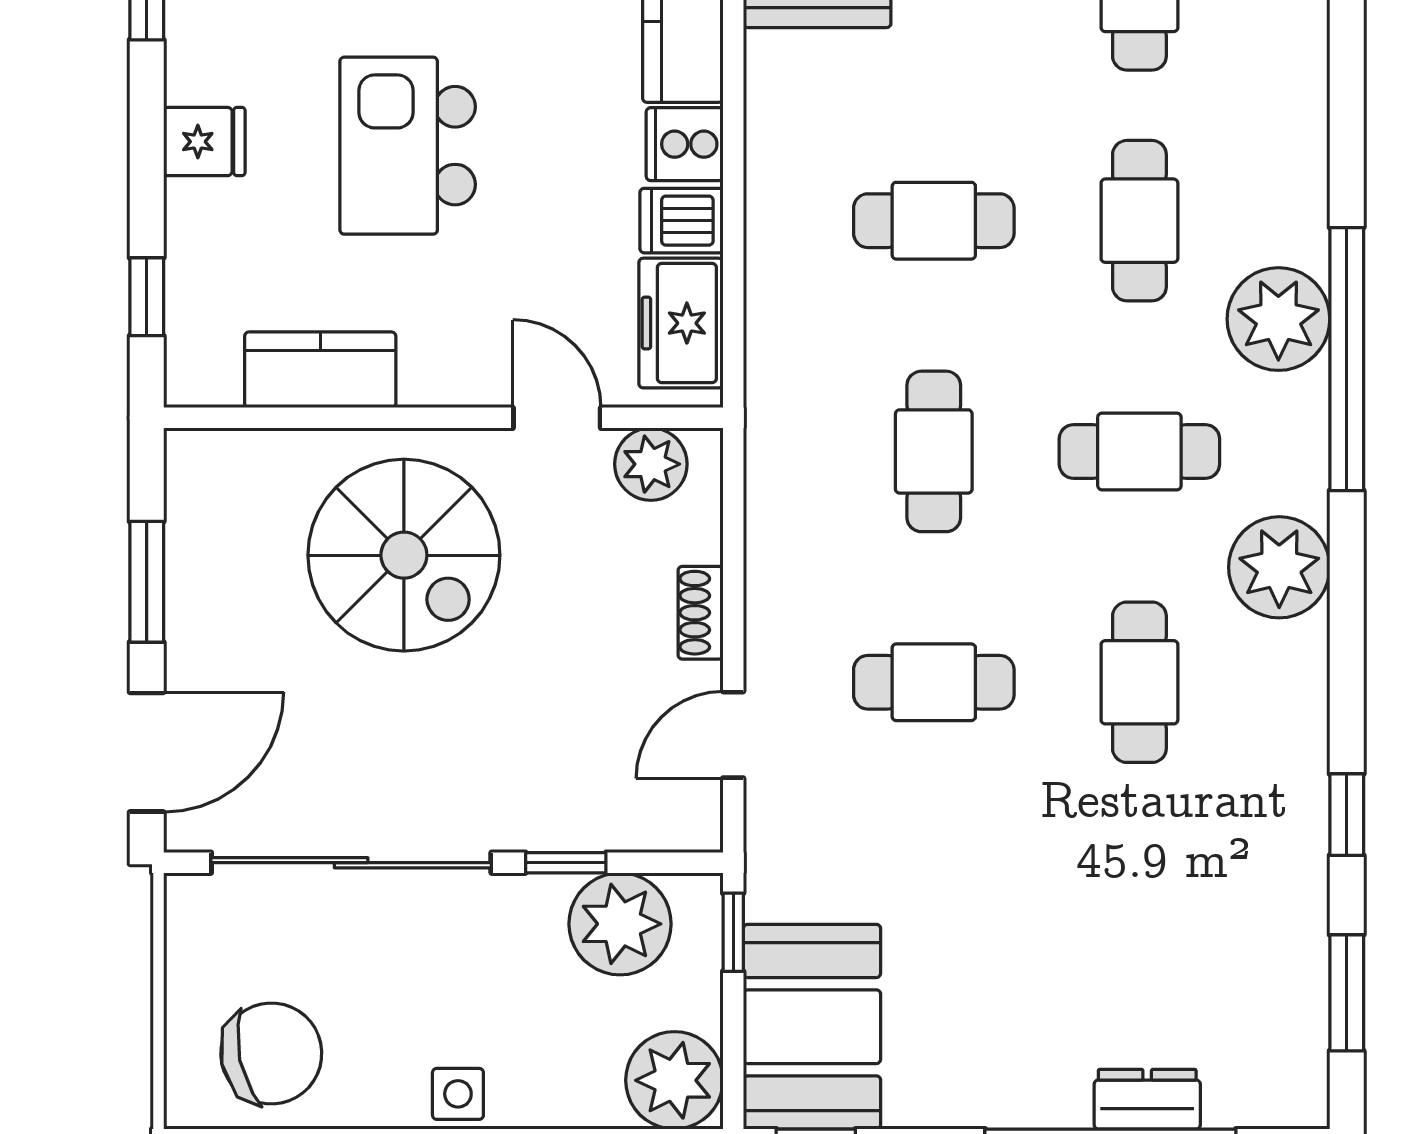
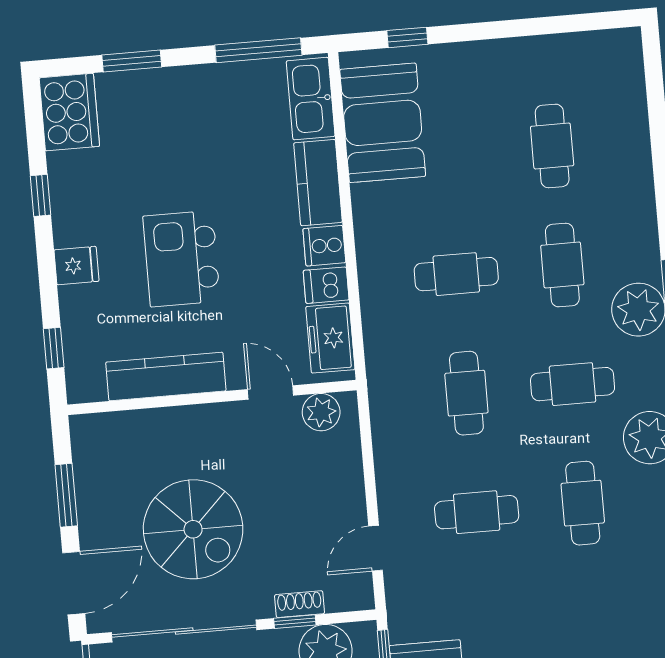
kitchen counter: (320, 370) -> (166, 376), width x1.50
spiral stairs: (404, 555) -> (193, 529), moved
shoe rack: (701, 613) -> (300, 604), moved, turned 90

